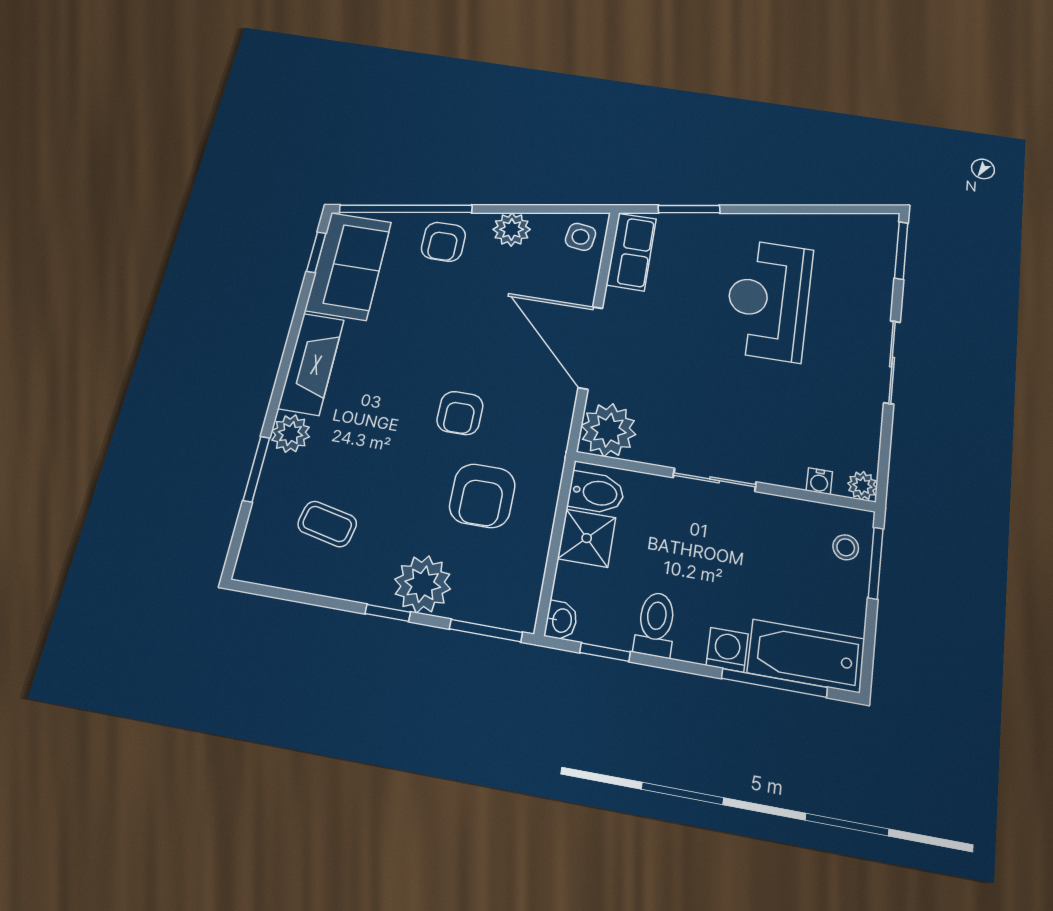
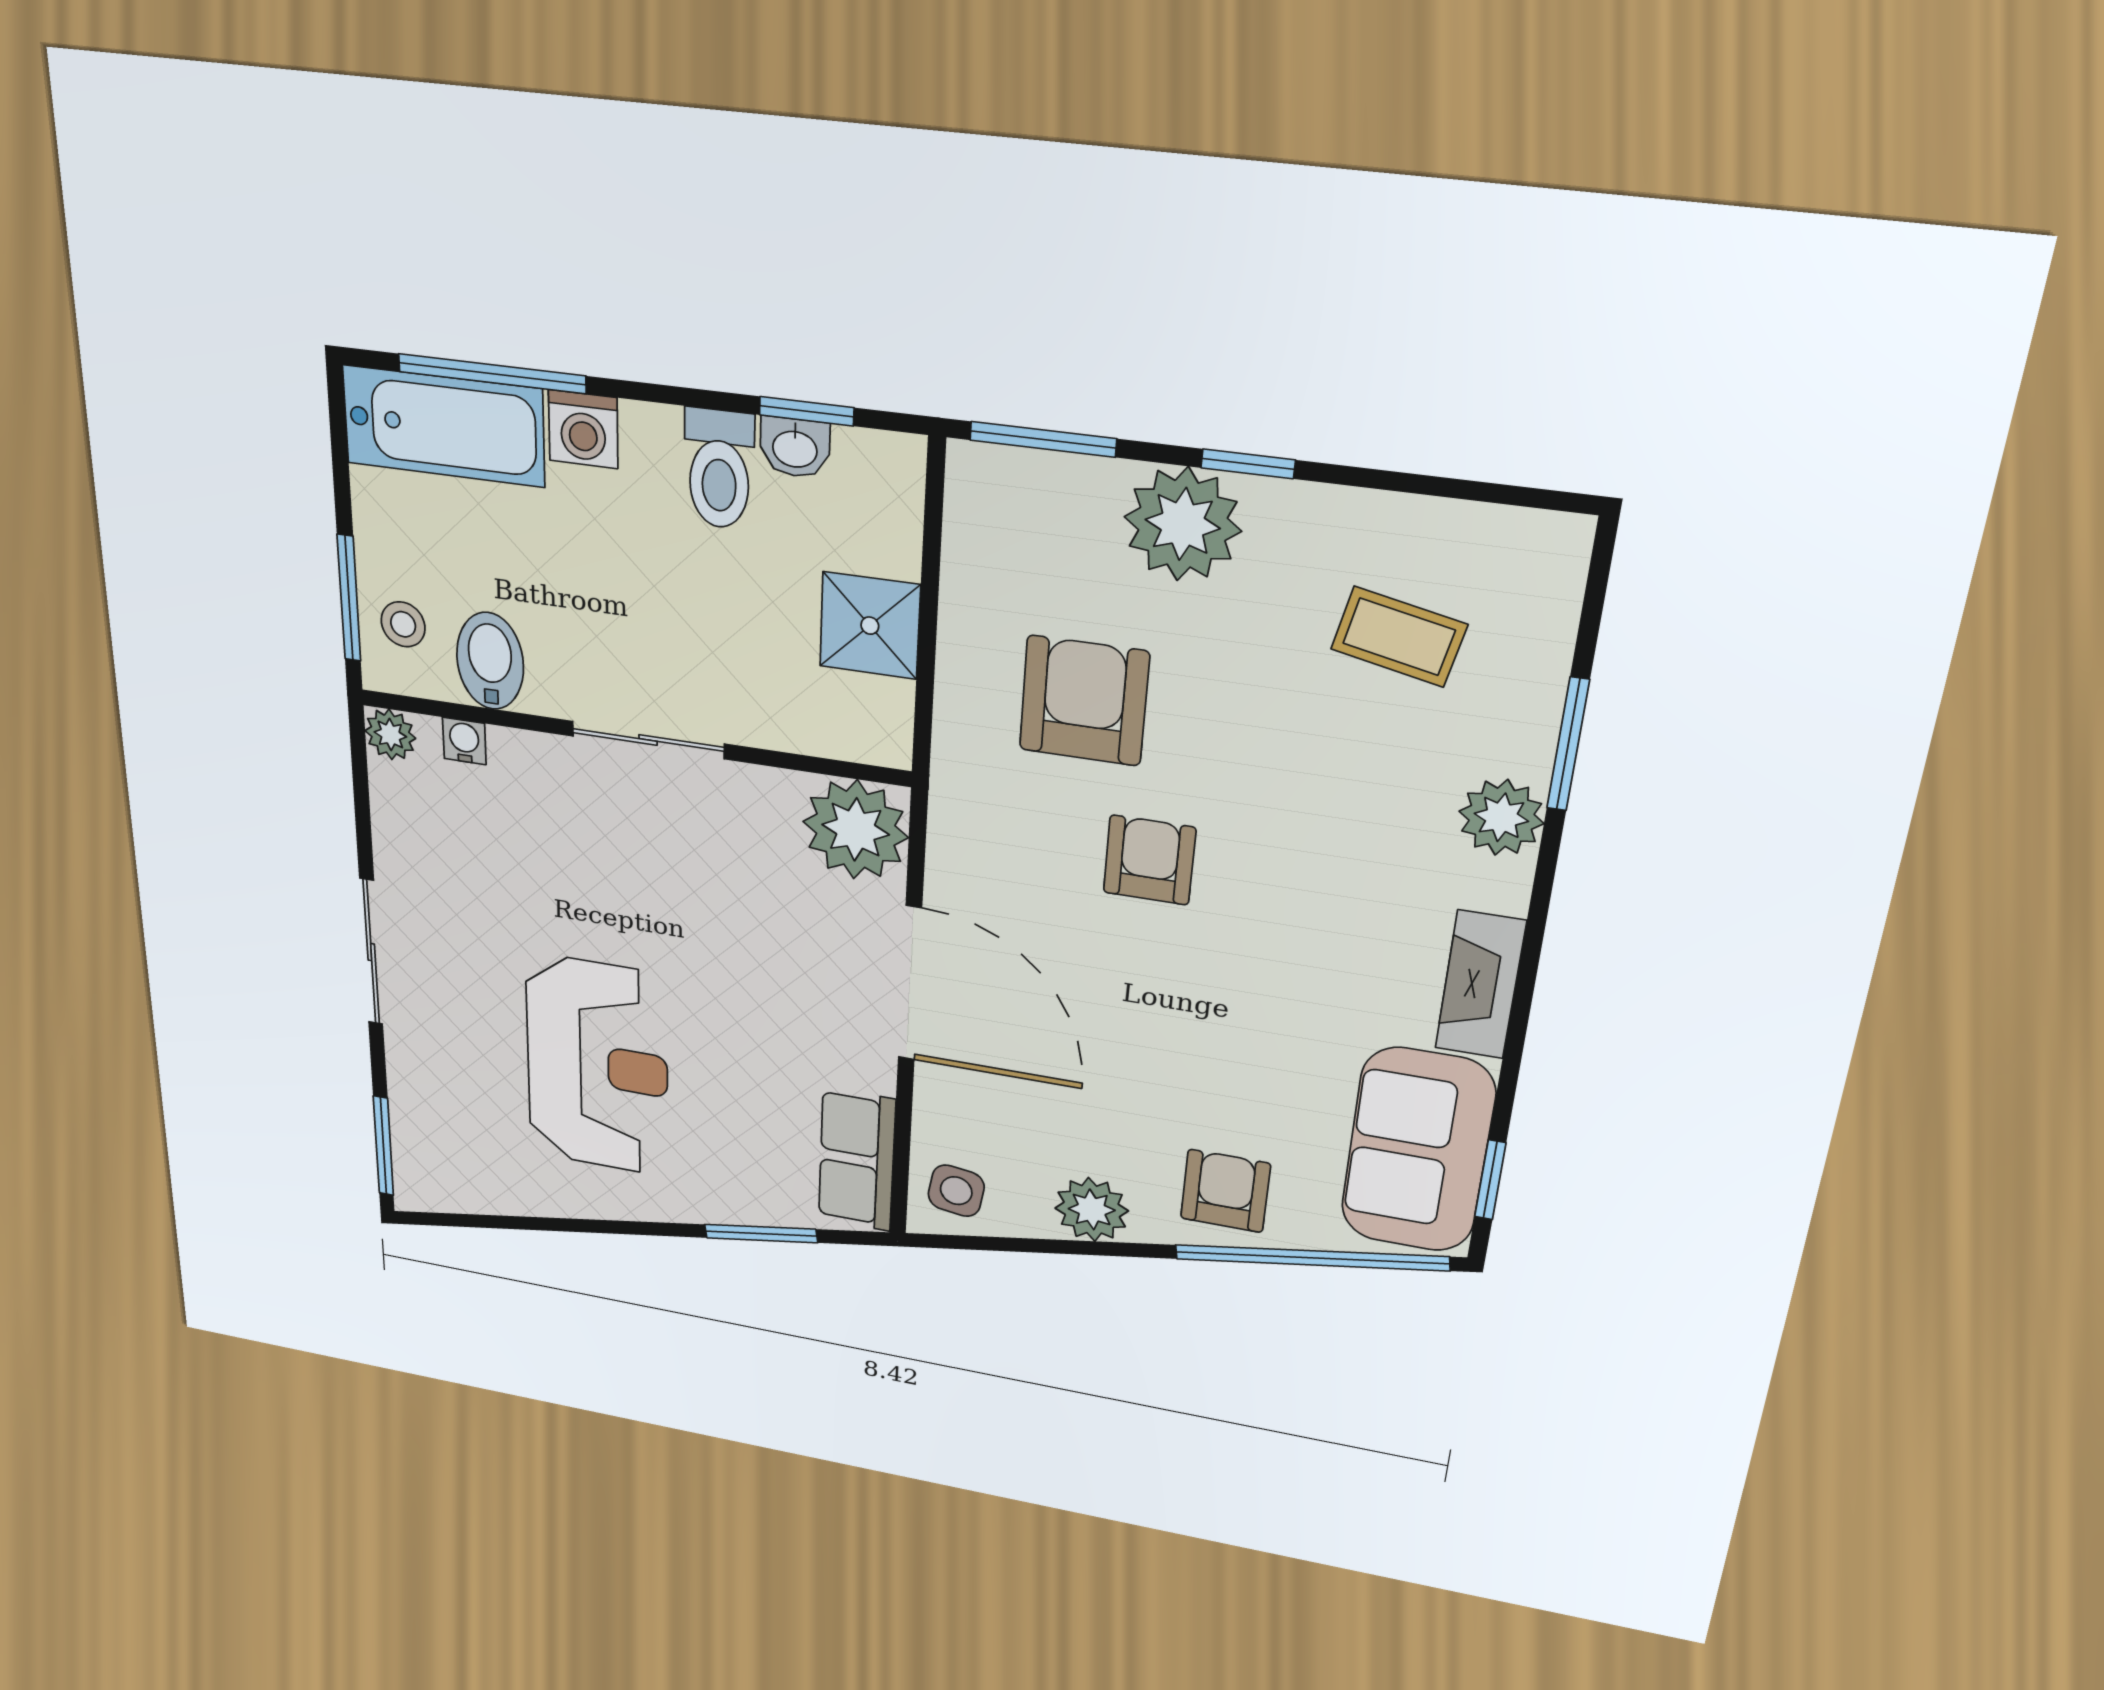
fireplace: (311, 364) -> (1480, 985), width x0.73, depth x0.76
bidet: (596, 493) -> (490, 661), moved, turned 90
washbasin: (561, 620) -> (795, 448), moved, turned -90

